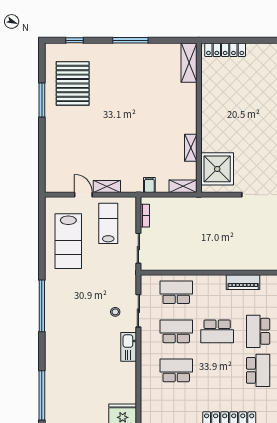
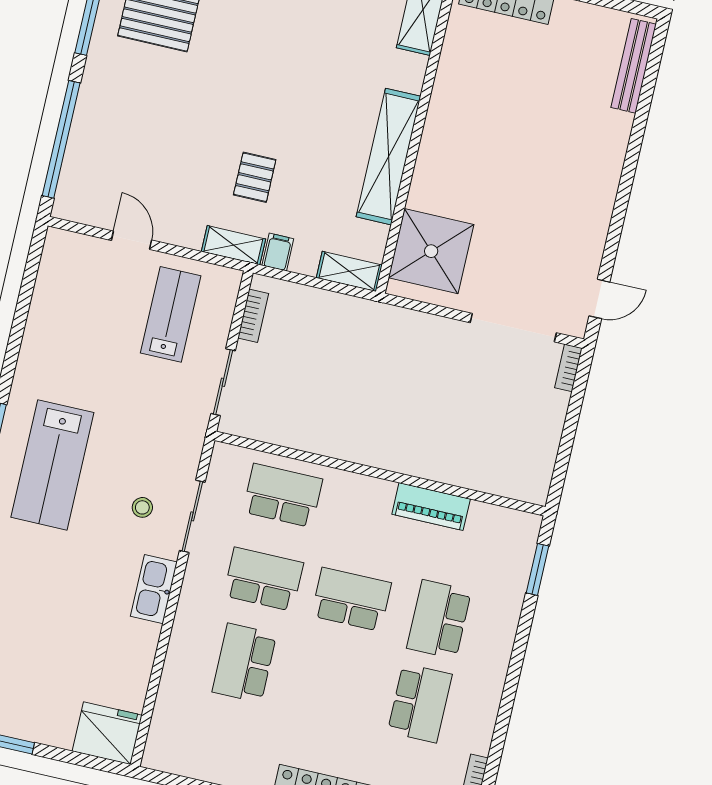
shelving: (191, 148) -> (389, 157), width x2.20, depth x1.33
pallet: (132, 154) -> (255, 177), added
window: (42, 157) -> (61, 139), added
shelving: (107, 186) -> (233, 245), moved
lab bench: (68, 241) -> (52, 465), moved
school desk: (217, 331) -> (351, 599), turned 180
school desk: (176, 370) -> (244, 663), turned -90

